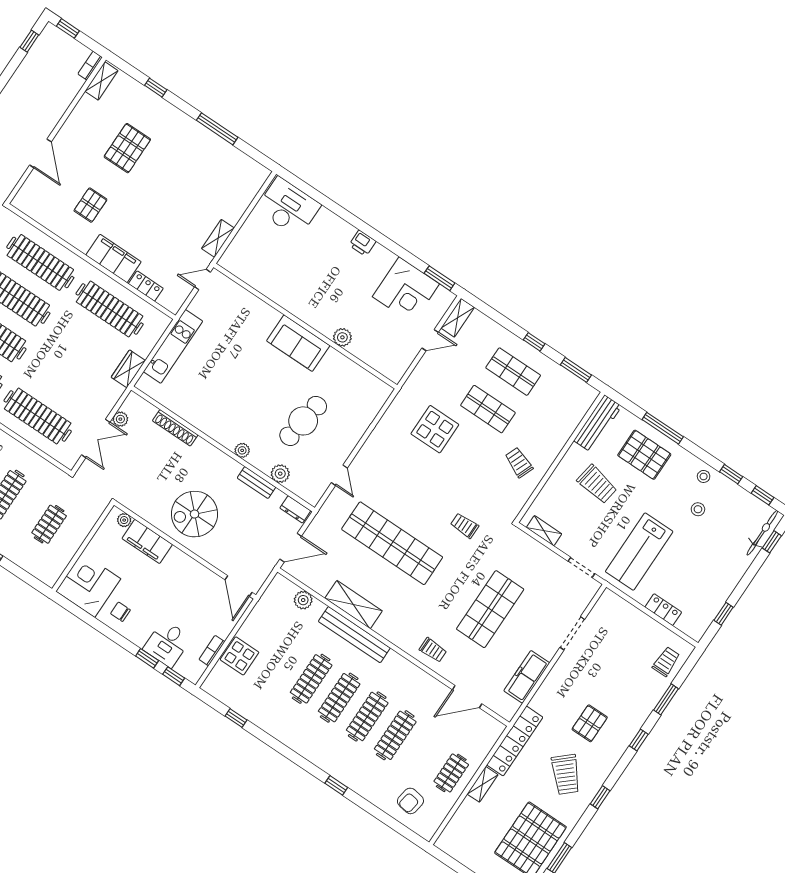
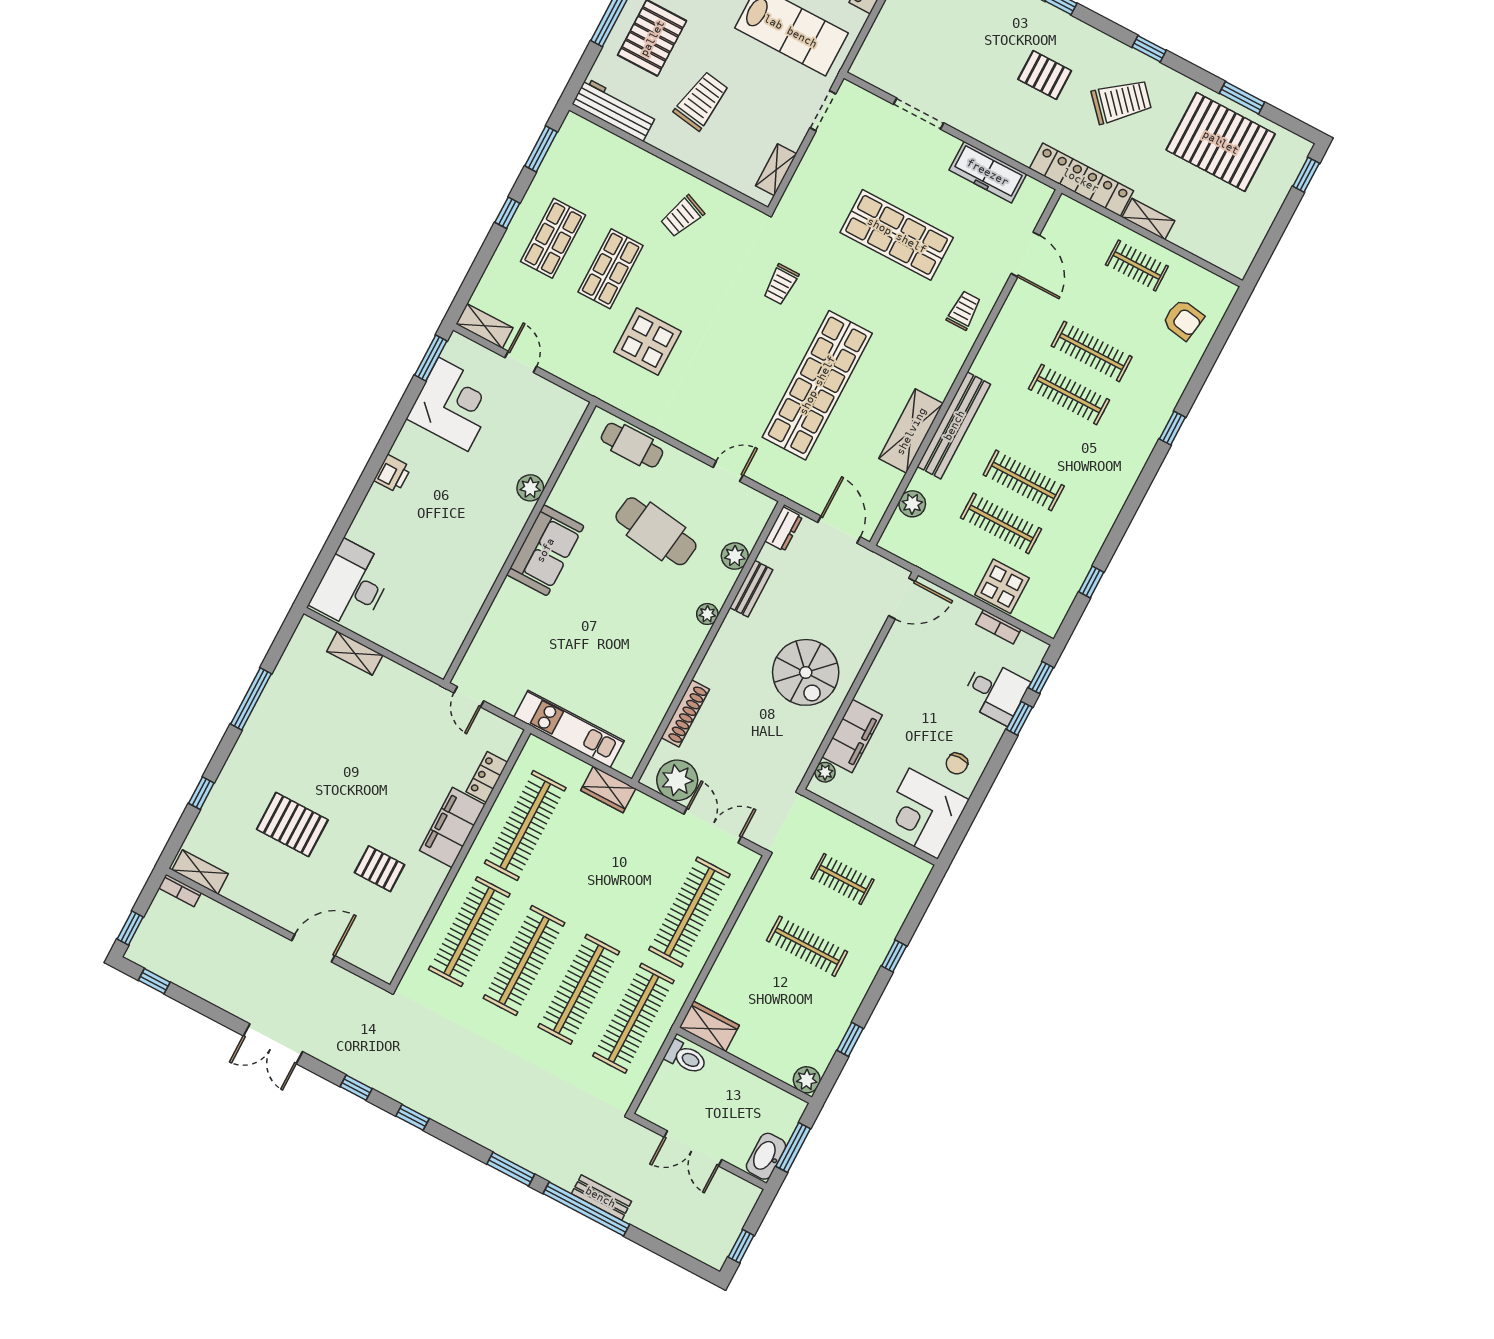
shelving: (218, 238) -> (355, 653), moved
cafe table: (364, 411) -> (632, 445), added
plant: (120, 419) -> (677, 780), width x1.87, depth x1.87
clothes rail: (339, 698) -> (1001, 523), moved

